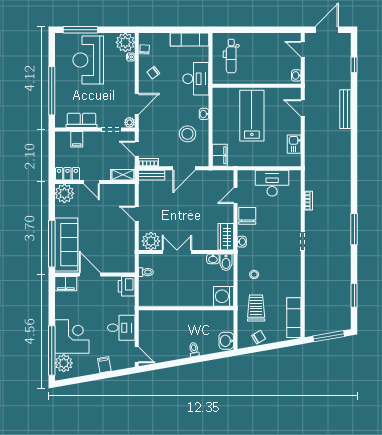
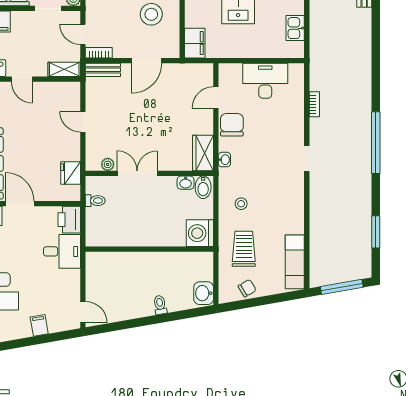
window: (354, 229) -> (376, 143), width x1.46
plant: (151, 241) -> (108, 164), width x0.53, depth x0.53
fridge: (128, 252) -> (71, 173), added
desk: (121, 328) -> (62, 251), moved

